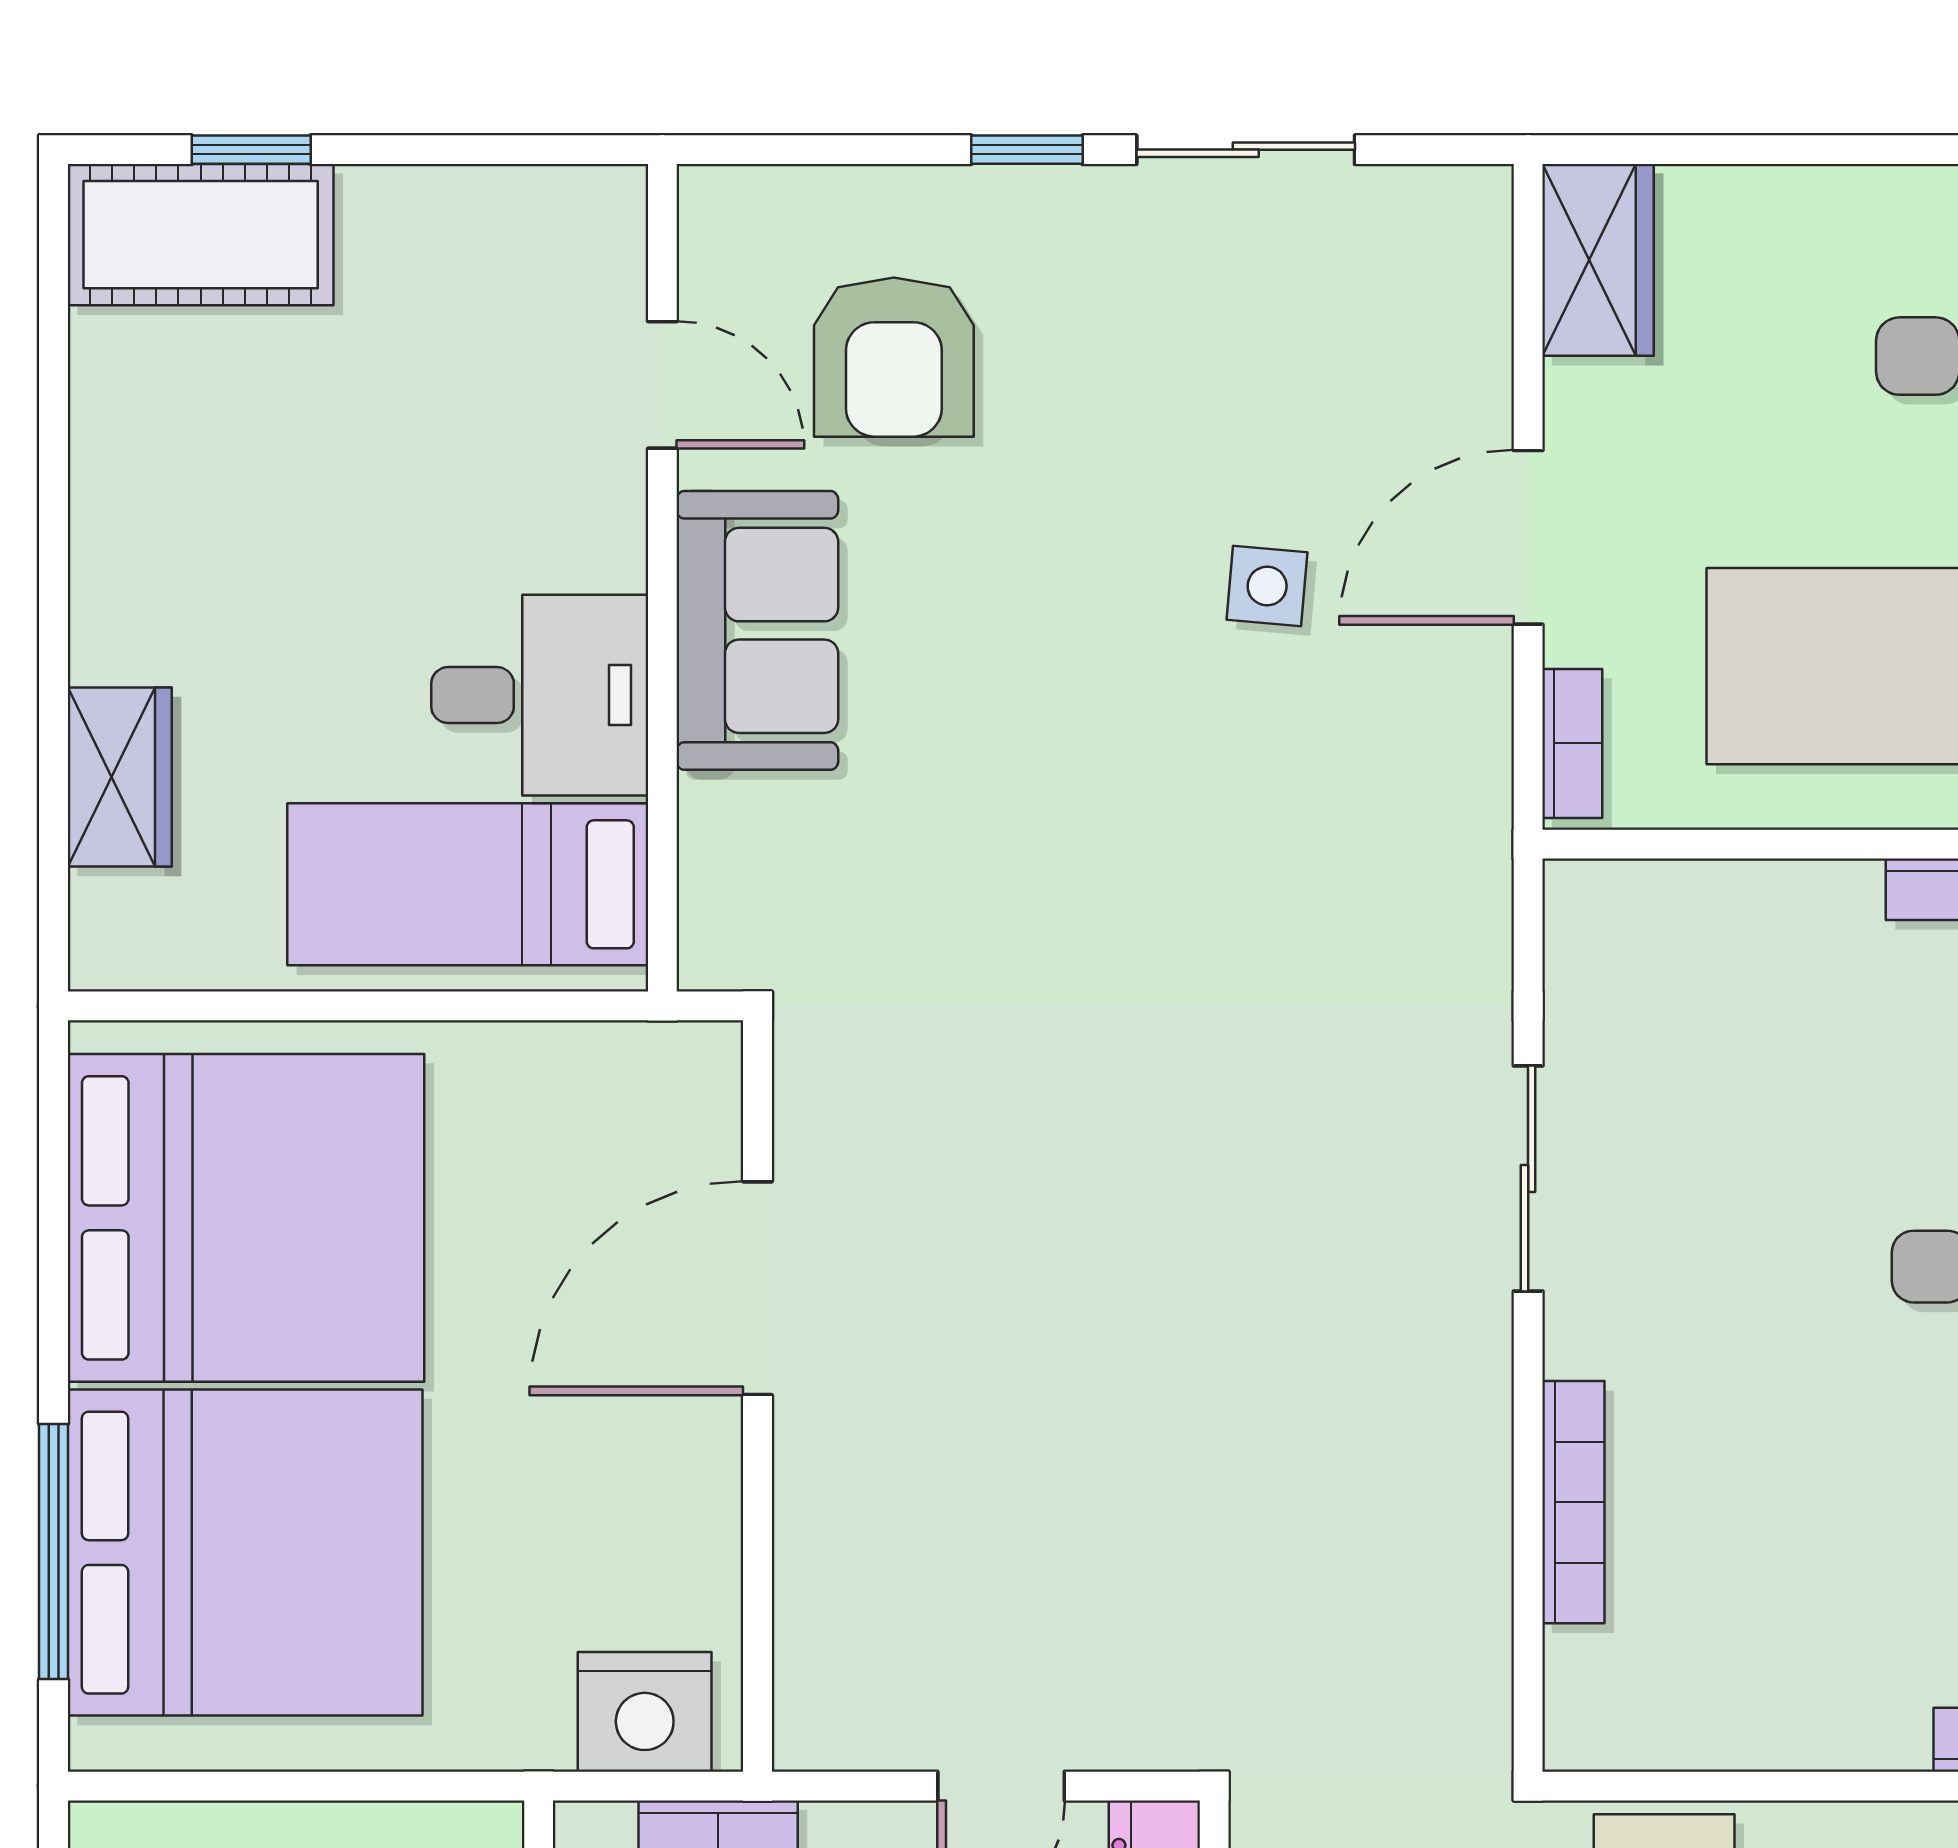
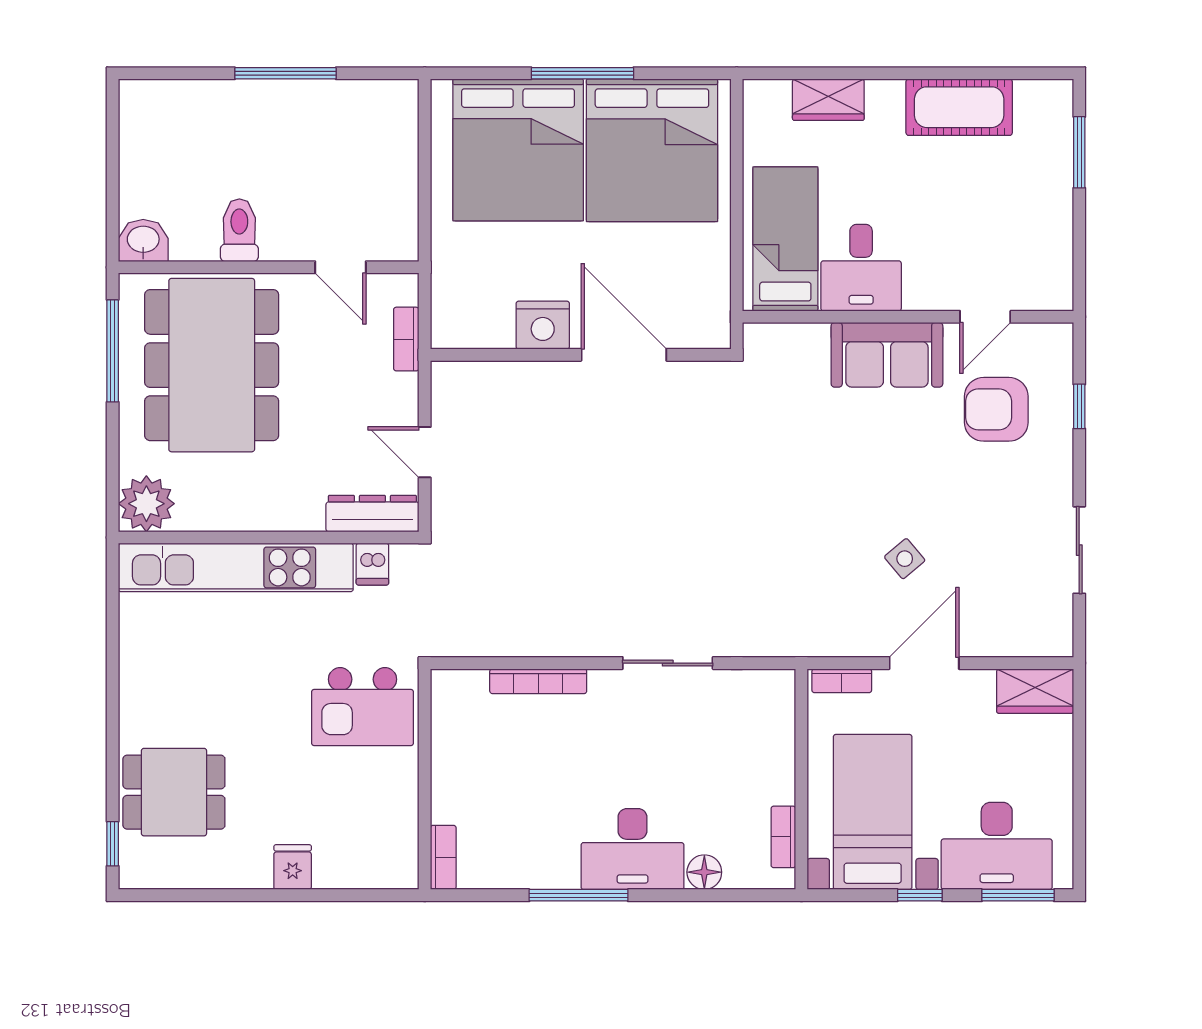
window: (251, 150) -> (1079, 152), width x1.50
window: (1027, 150) -> (1079, 406), moved
cot: (201, 235) -> (959, 107), moved, turned 90
door: (1528, 537) -> (924, 663), hinge flipped
side table: (1267, 586) -> (905, 559), turned 45
window: (54, 1551) -> (582, 73), moved
nightstand: (645, 1712) -> (543, 325), moved, turned -90

